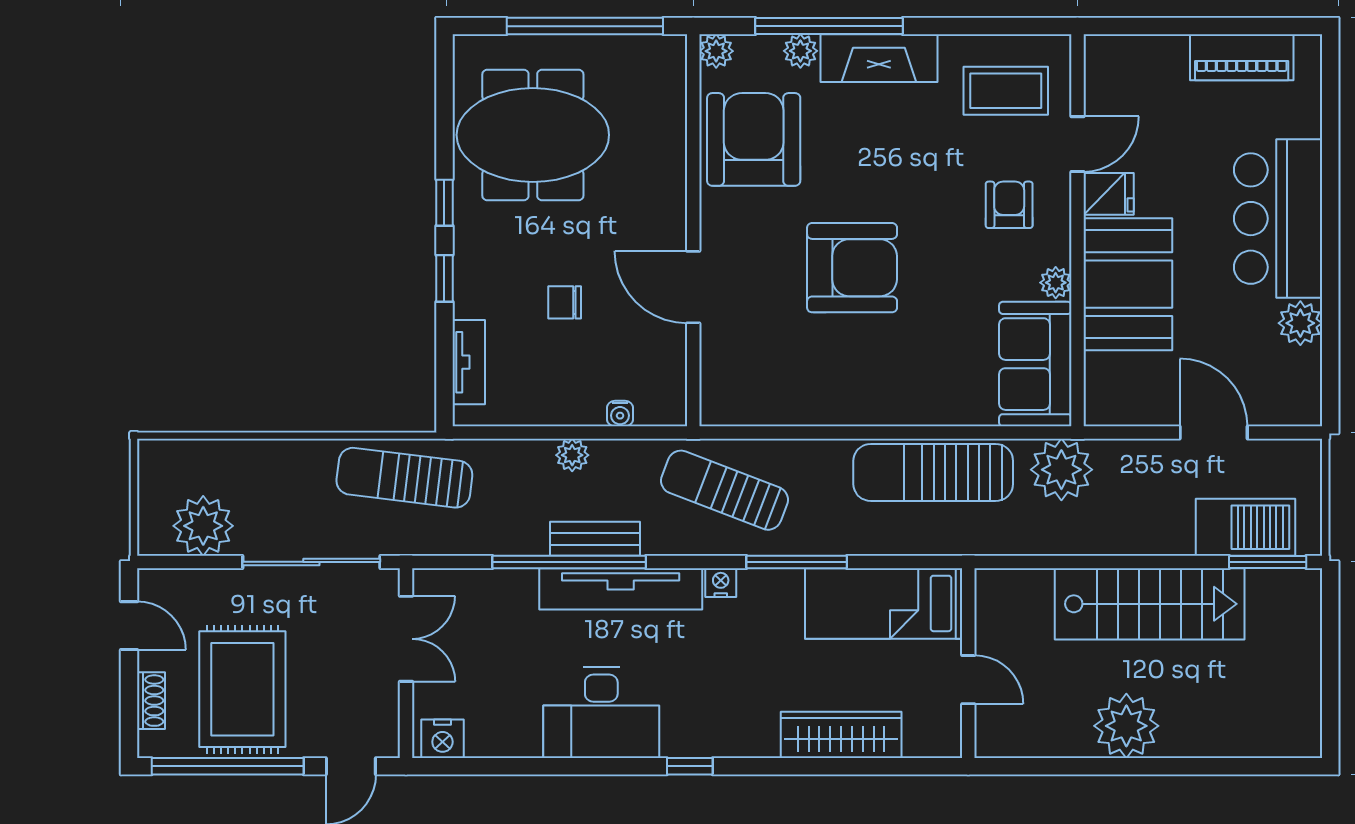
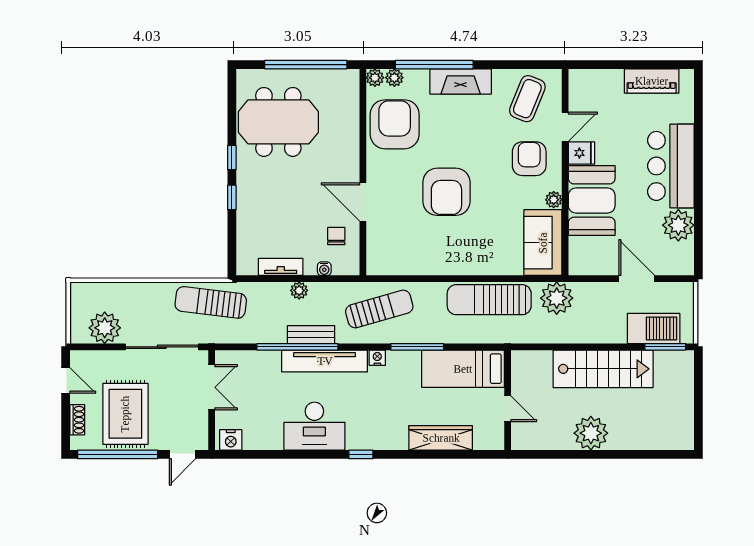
plant: (800, 51) -> (394, 78), moved
coffee table: (1006, 91) -> (527, 99), turned -68
armchair: (1009, 205) -> (529, 159), width x1.38, depth x1.38
armchair: (852, 268) -> (446, 192), turned 90
chair: (565, 302) -> (336, 236), moved, turned 90
plant: (1300, 323) -> (678, 225), width x1.36, depth x1.36
tv unit: (469, 362) -> (281, 267), moved, turned -90
sun lounger: (725, 490) -> (379, 309), turned 143

